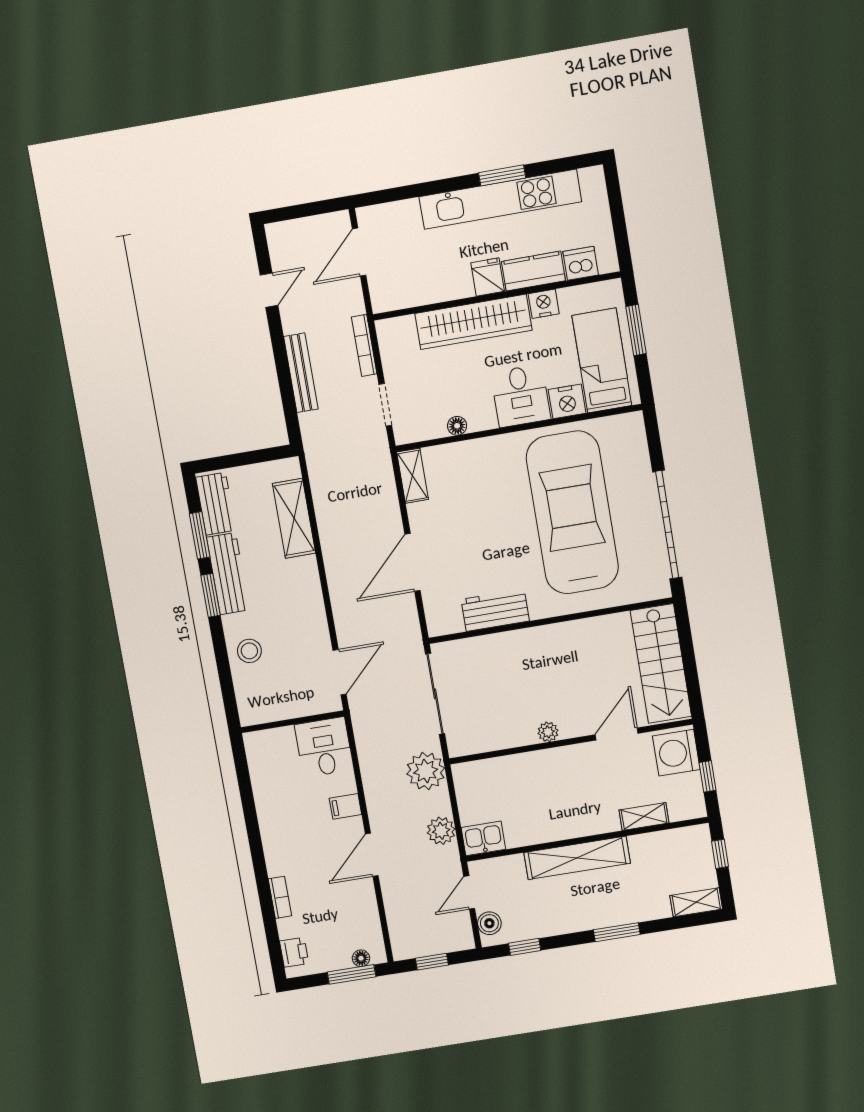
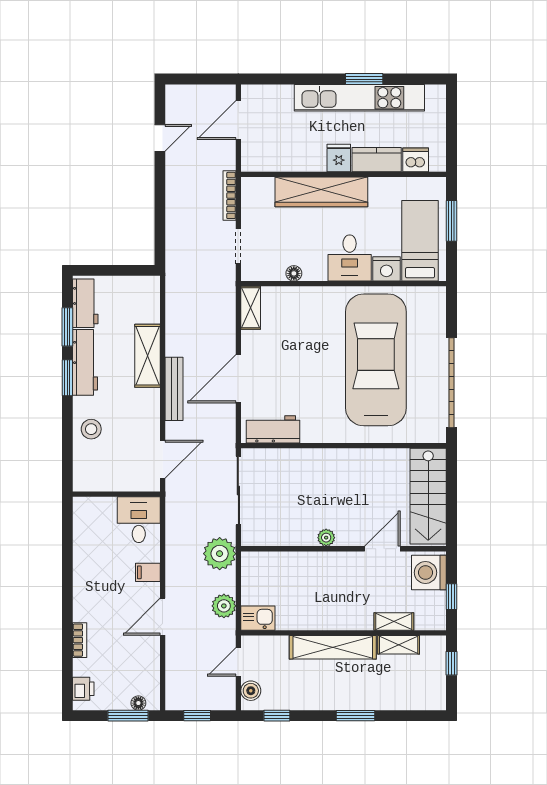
nightstand: (544, 304) -> (380, 187), removed
bench: (301, 373) -> (174, 389), moved
shelving: (294, 518) -> (147, 356), moved
workbench: (495, 610) -> (273, 429), moved
shelving: (696, 902) -> (399, 645), moved

